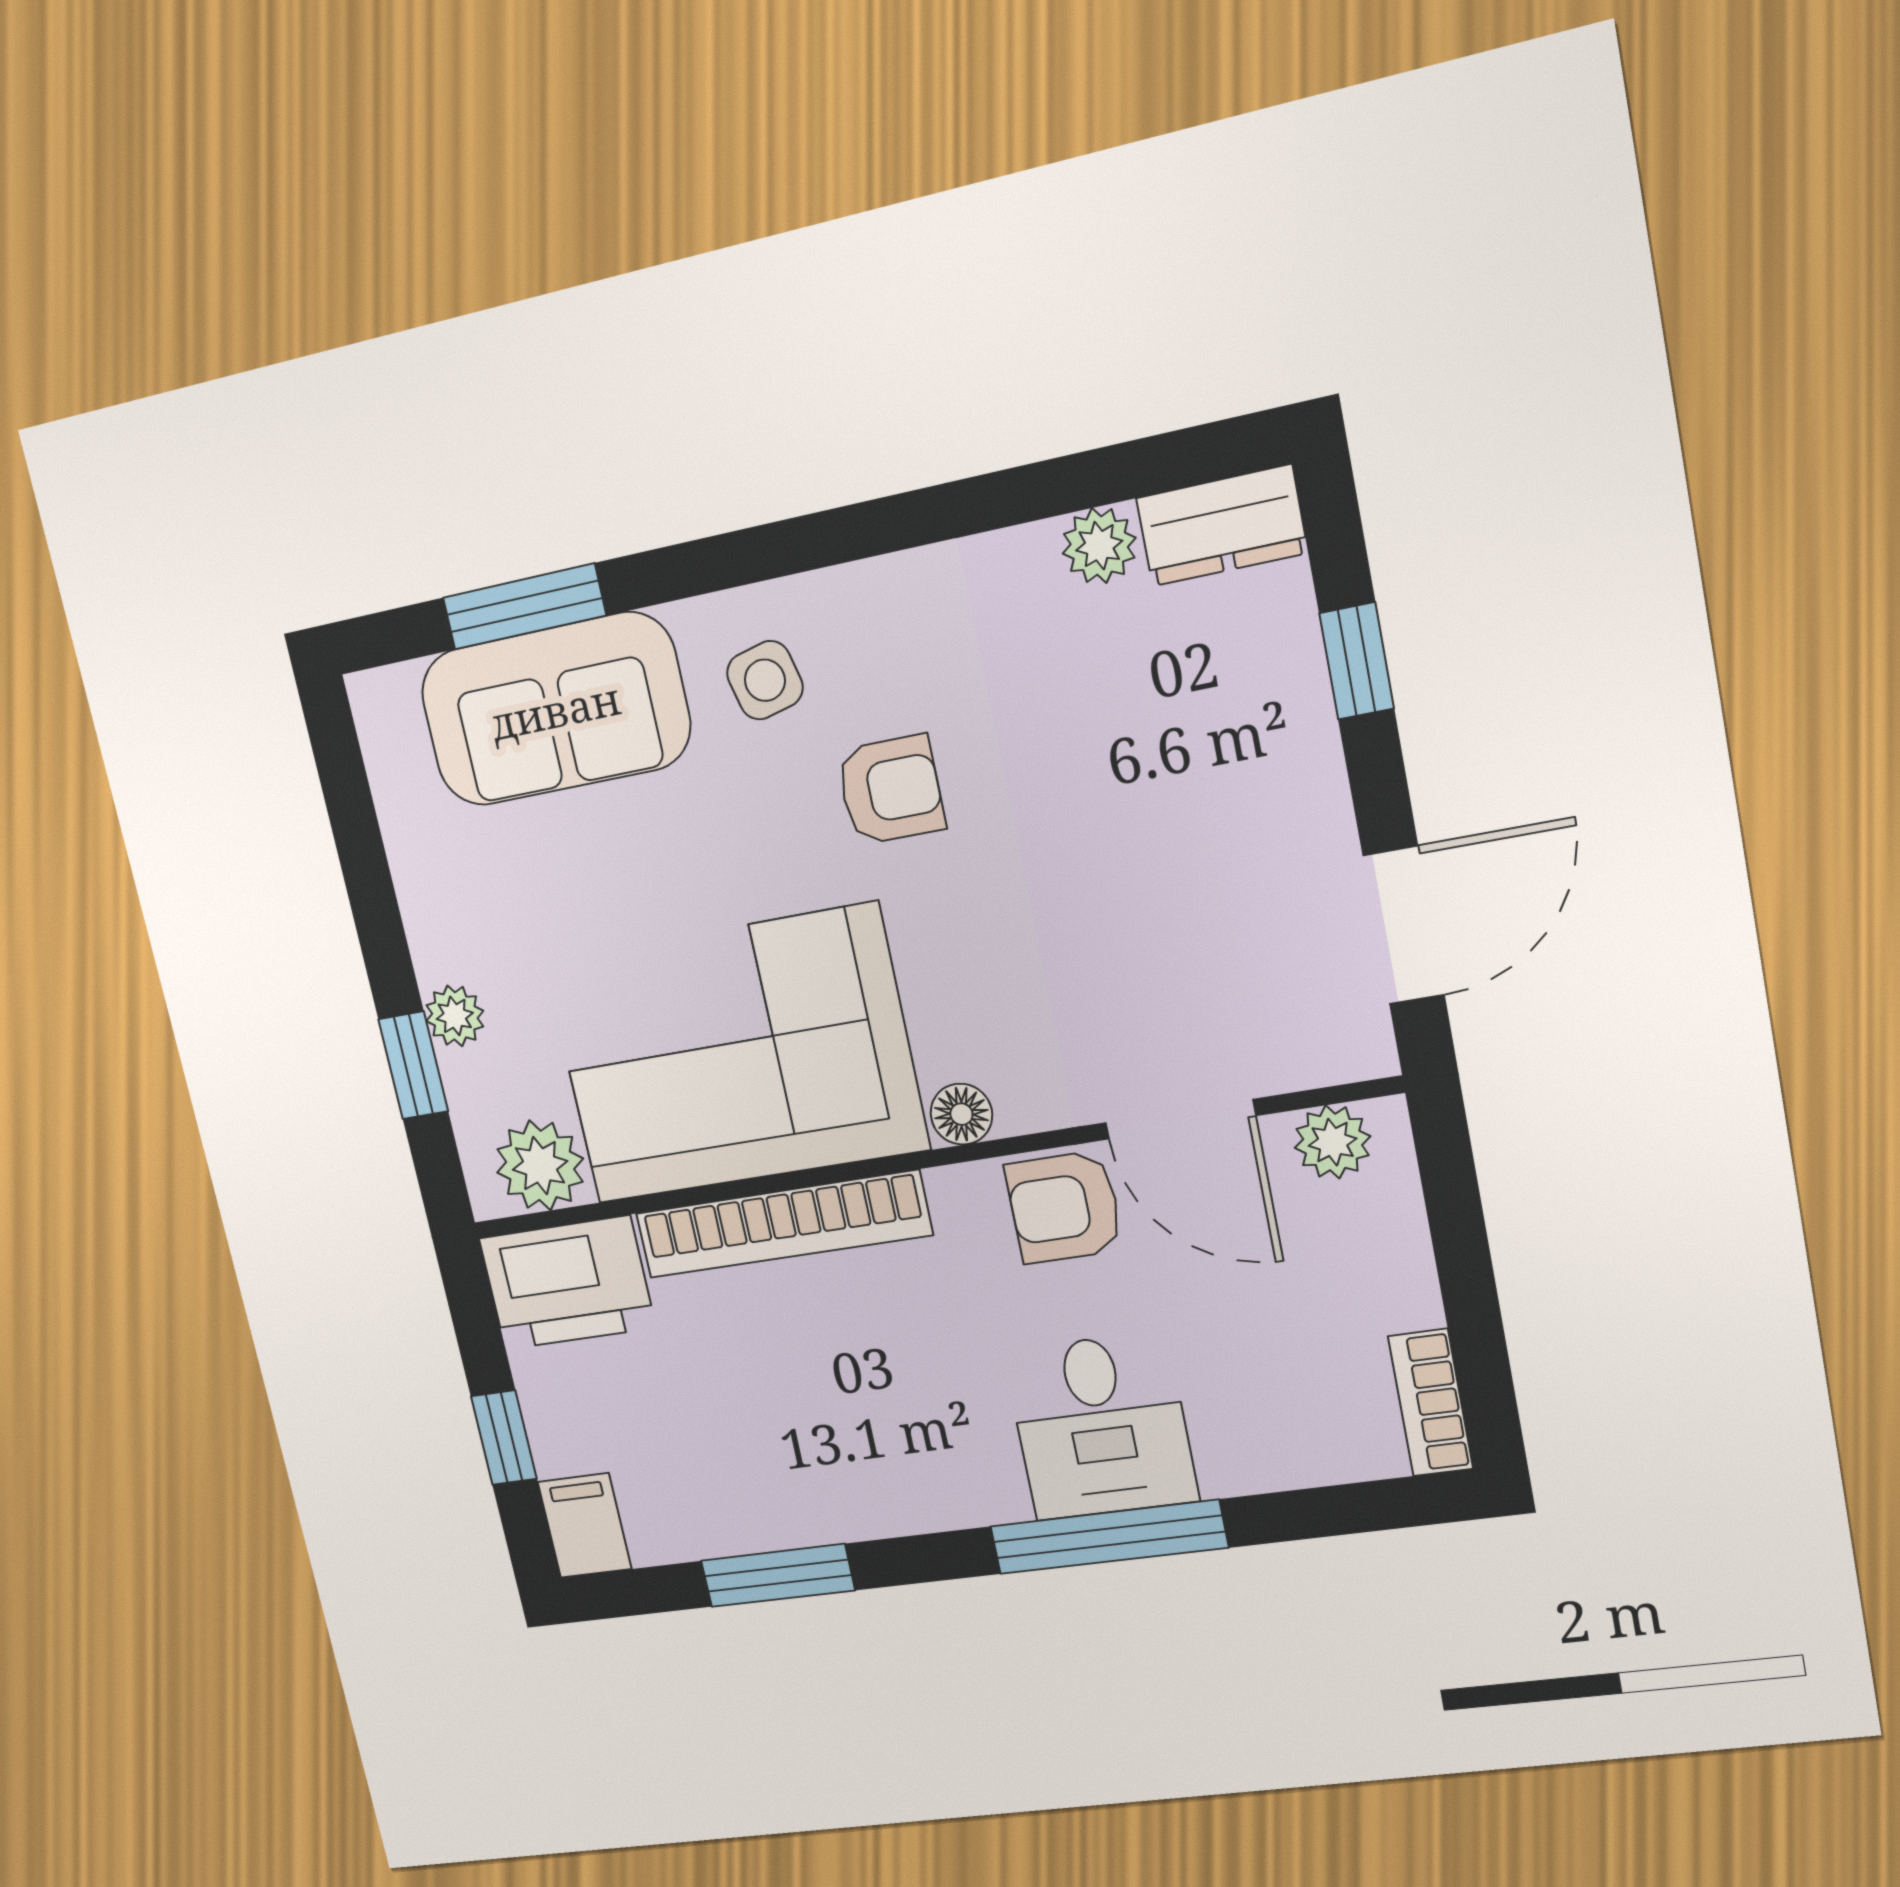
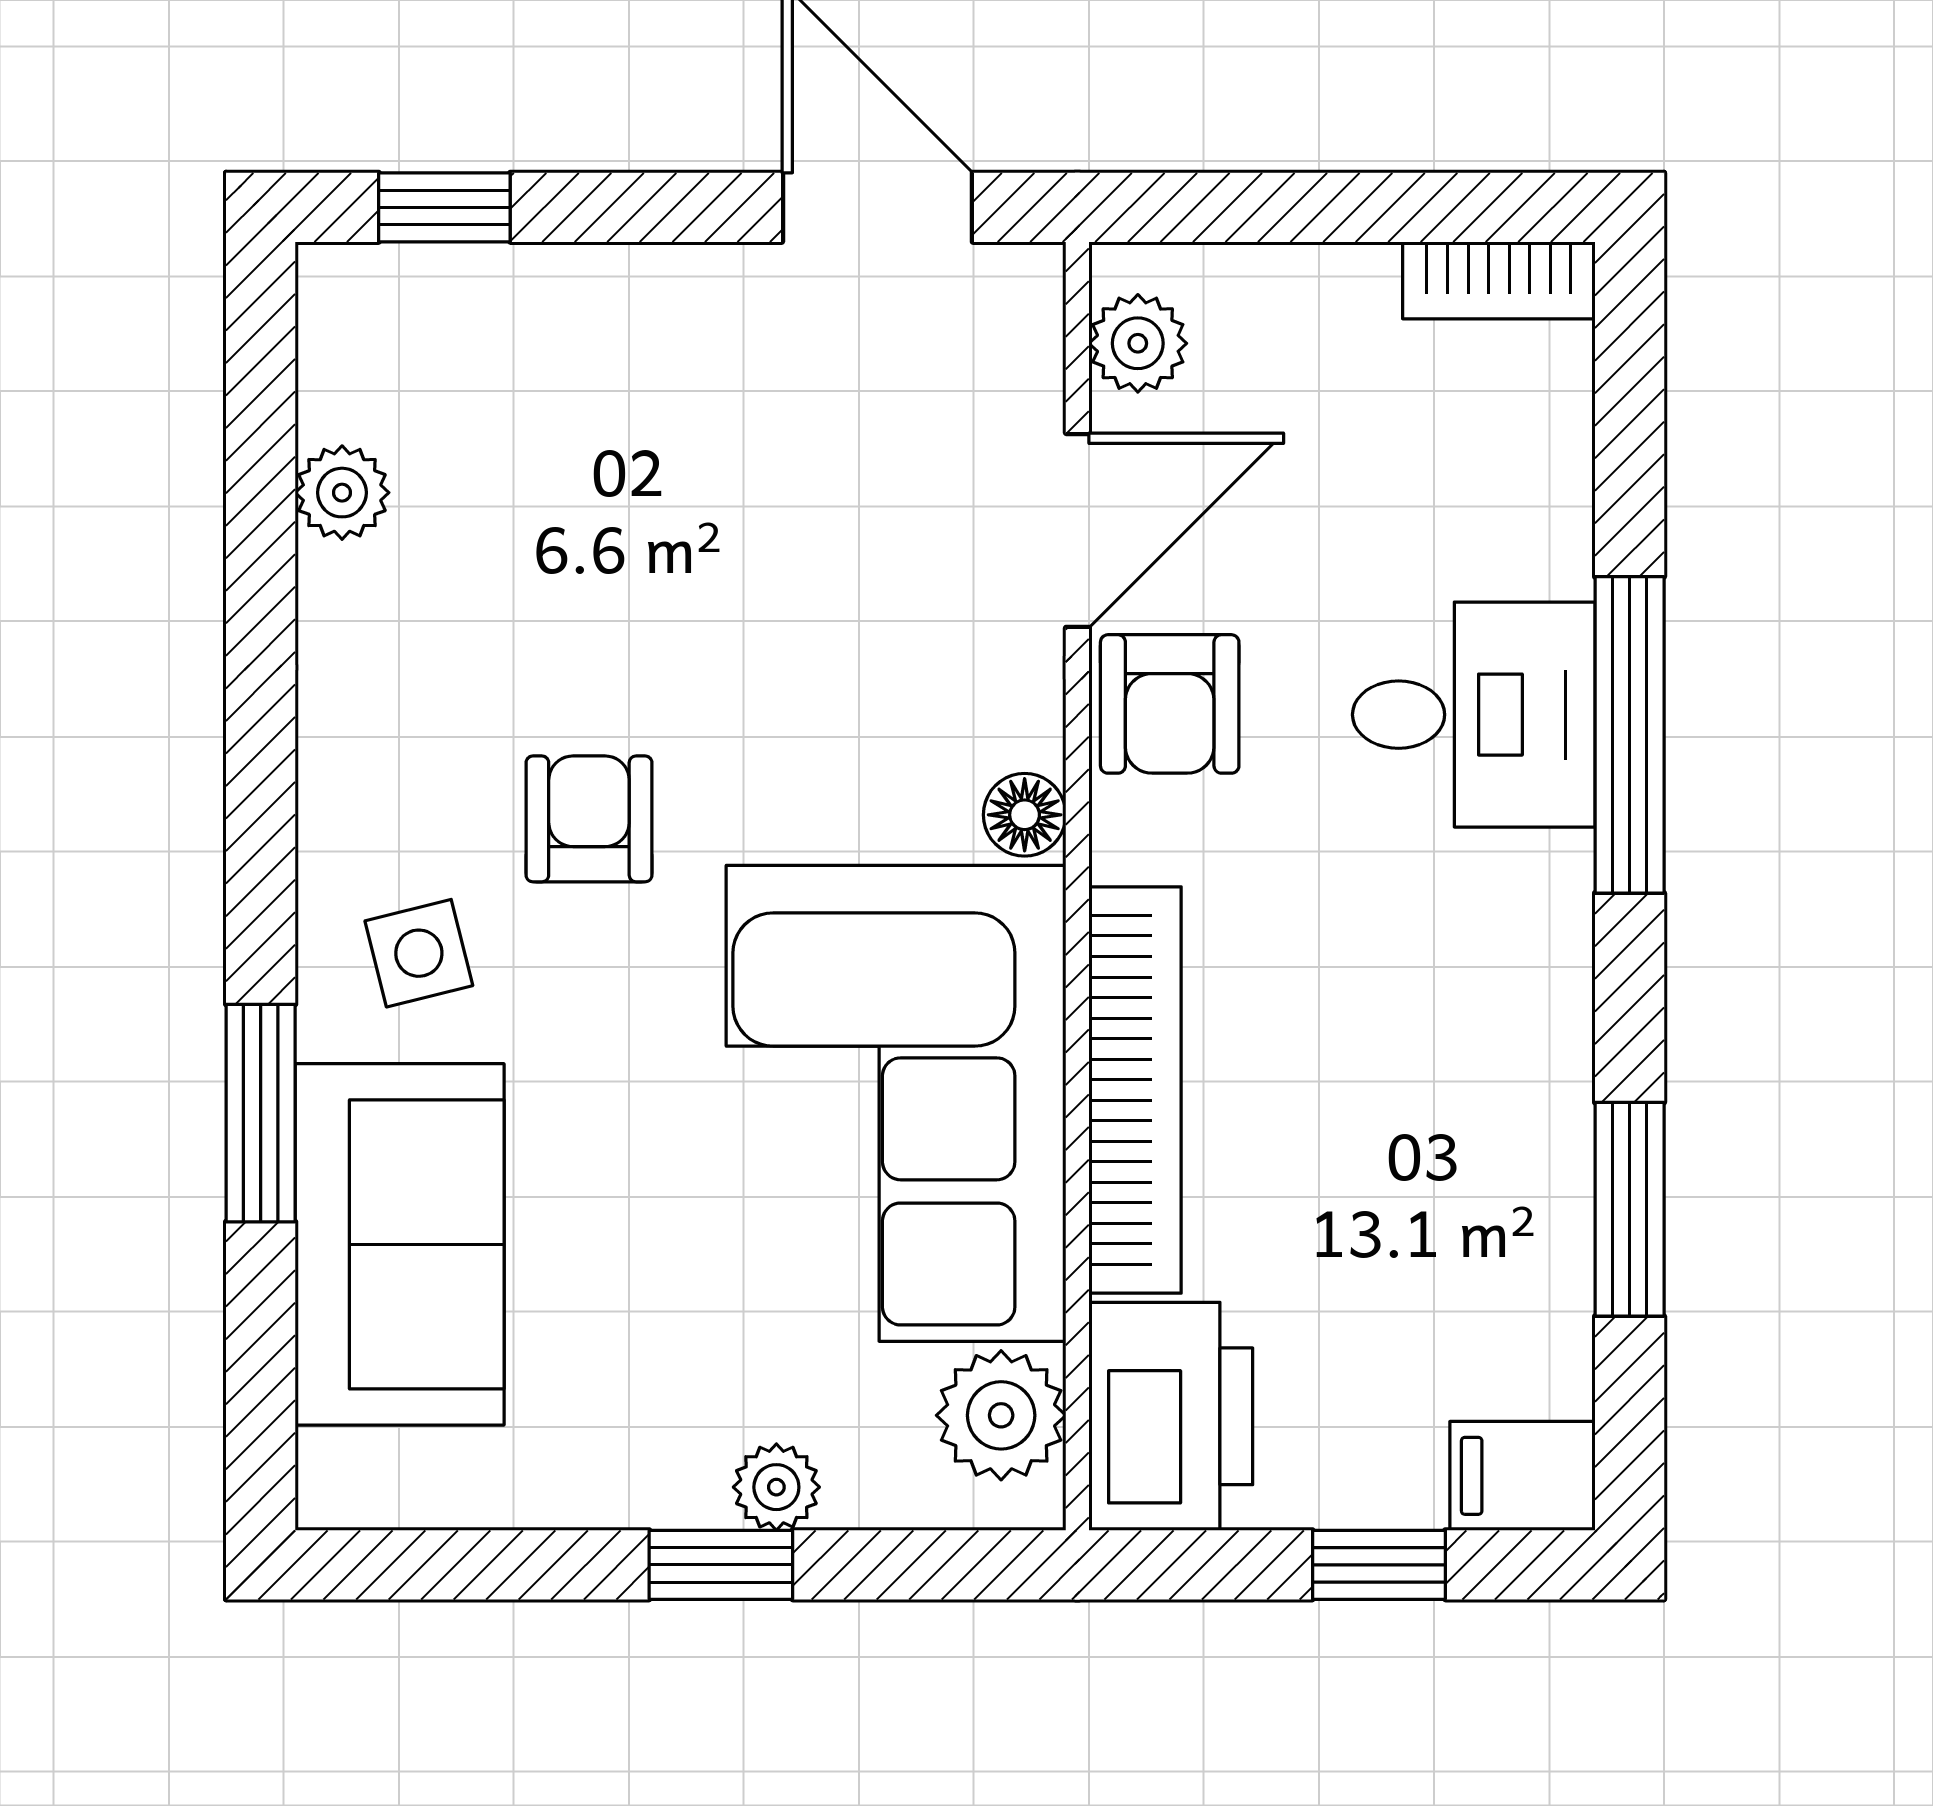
dresser: (1222, 526) -> (350, 339), removed
window: (524, 607) -> (261, 1113), moved
window: (1357, 661) -> (444, 207), moved
window: (413, 1065) -> (721, 1565), moved

